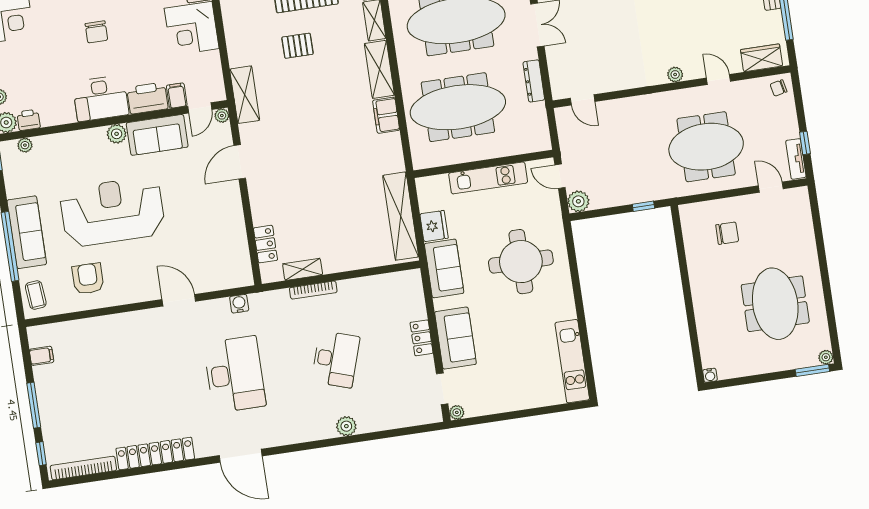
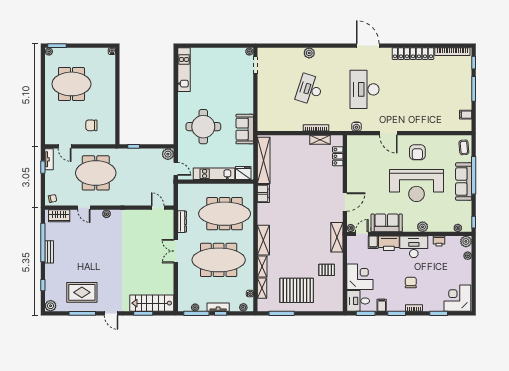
pallet: (298, 46) -> (327, 270), moved
filing cabinet: (386, 115) -> (263, 193), moved
printer: (29, 120) -> (439, 241), moved
plant: (117, 134) -> (423, 227), moved
fridge: (434, 226) -> (243, 173), moved, turned 90
armchair: (88, 279) -> (417, 152), moved
meeting table: (775, 304) -> (71, 84), turned 90
locker: (422, 338) -> (262, 94), removed
sofa: (455, 338) -> (244, 91), removed

